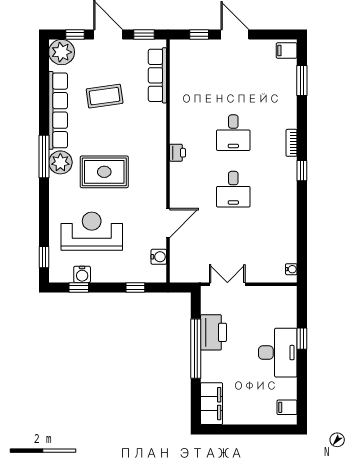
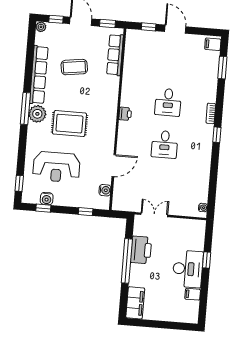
plant: (62, 52) -> (41, 27), width x0.53, depth x0.53
reception desk: (92, 231) -> (56, 167), turned 180
filing cabinet: (287, 407) -> (193, 294), moved

